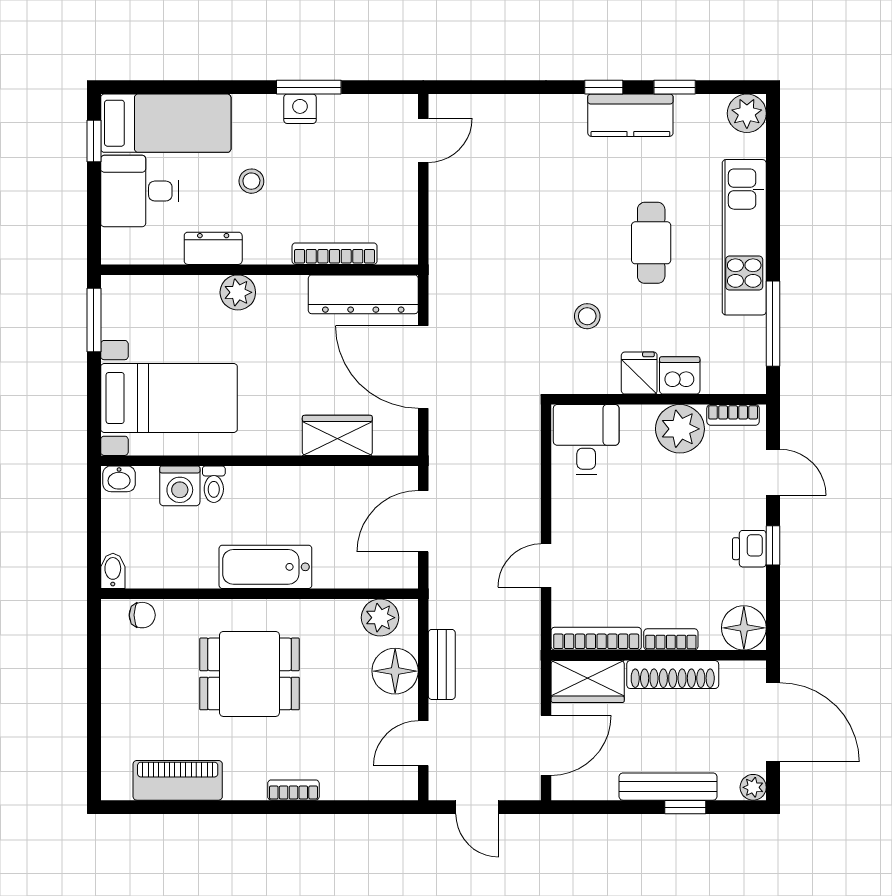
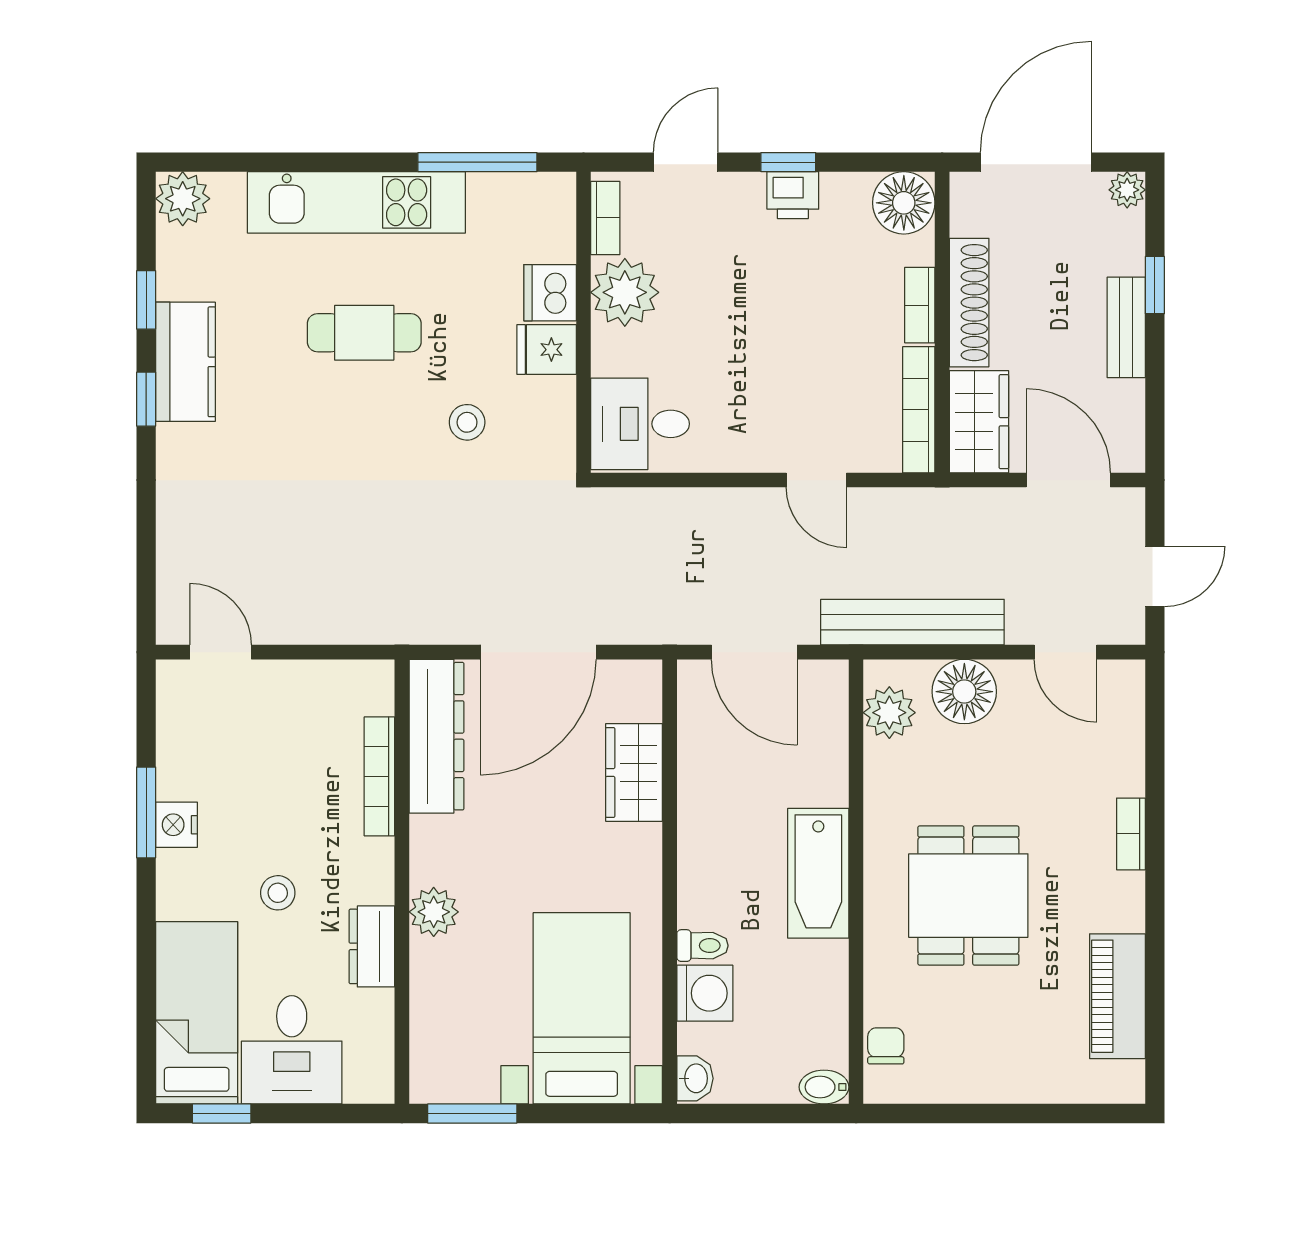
bench: (442, 664) -> (912, 622), width x1.86, depth x1.21
bench: (668, 787) -> (1126, 327), width x0.73

